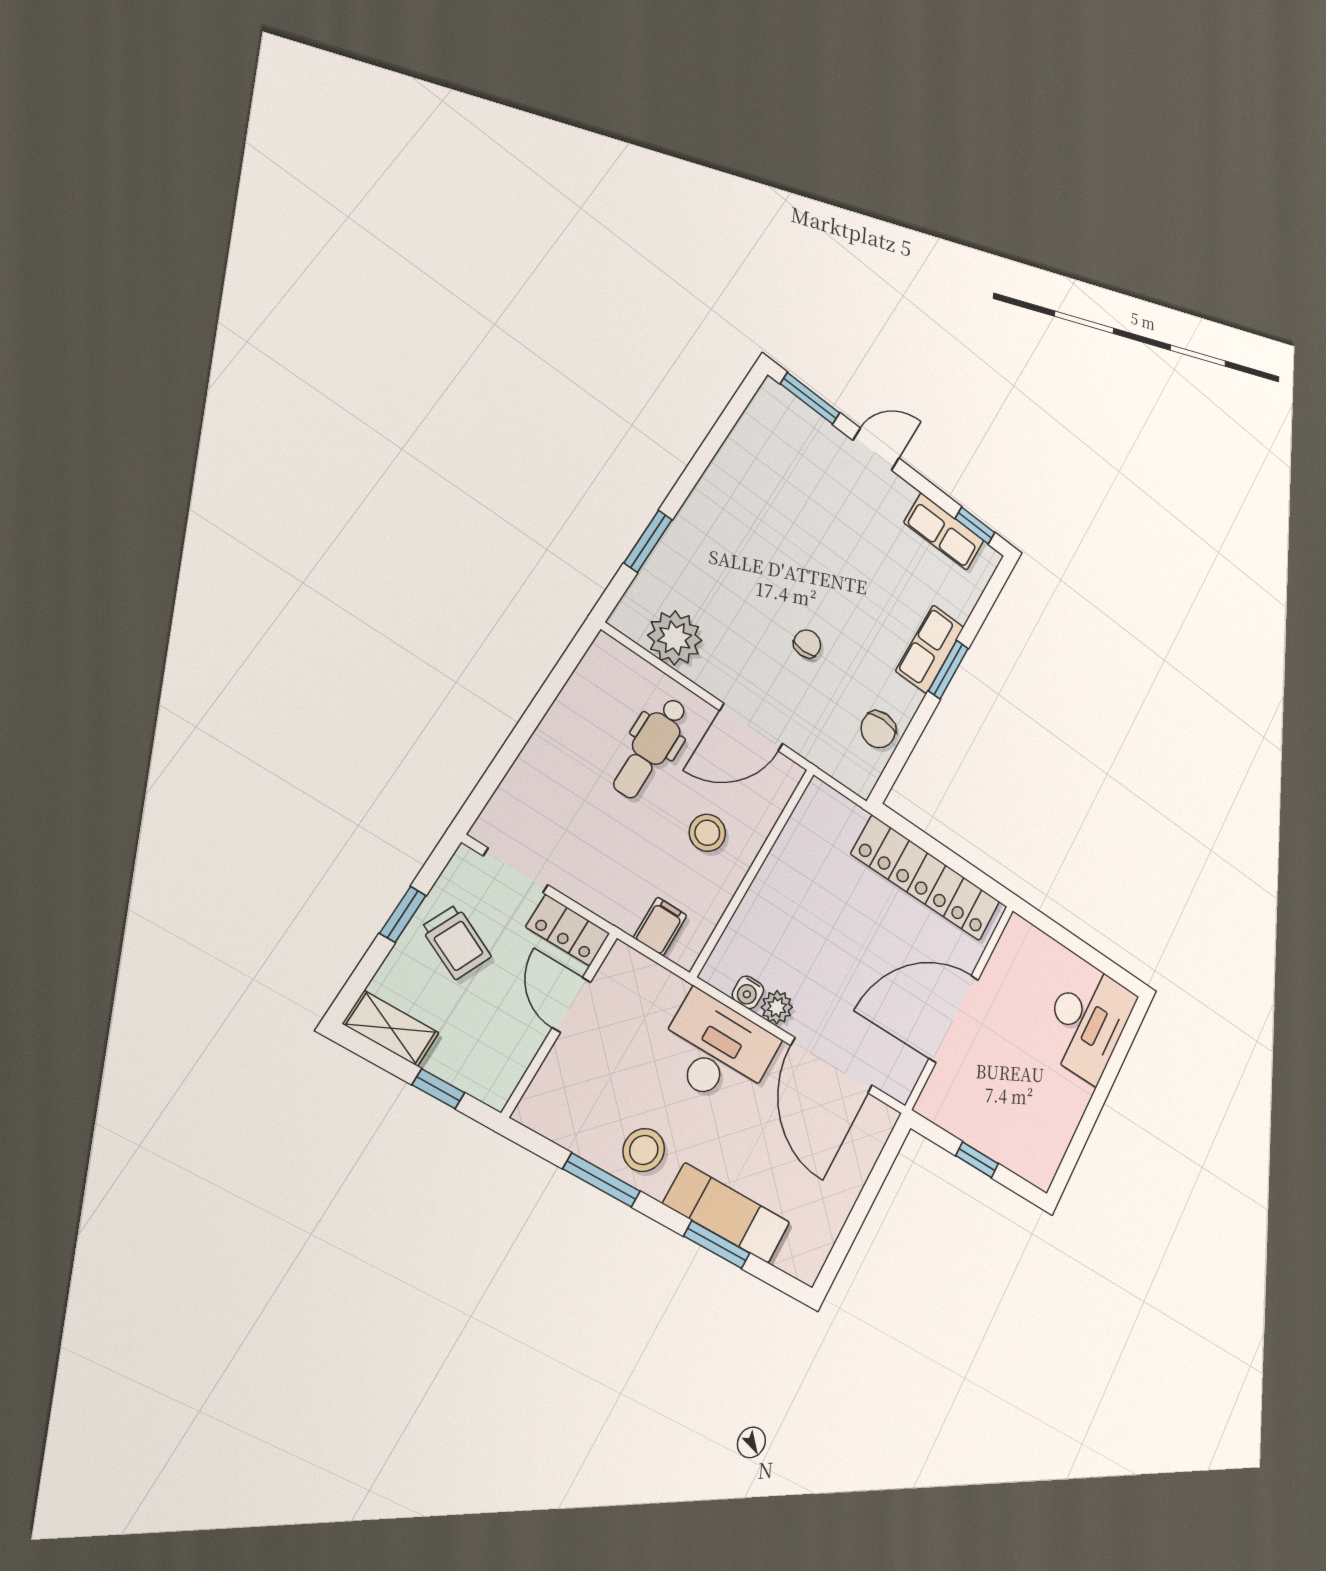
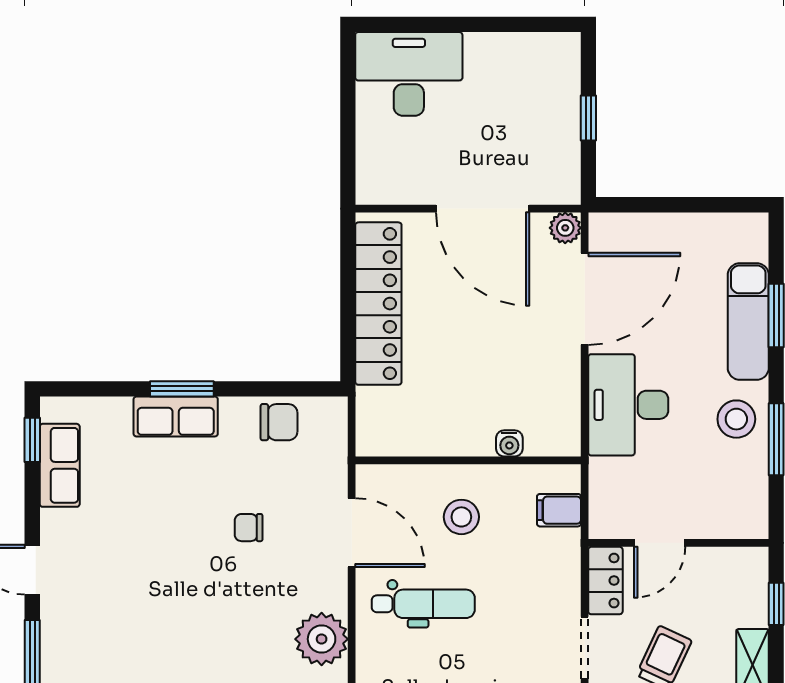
water cooler: (748, 992) -> (509, 443), moved, turned 90
plant: (777, 1007) -> (565, 228), moved

